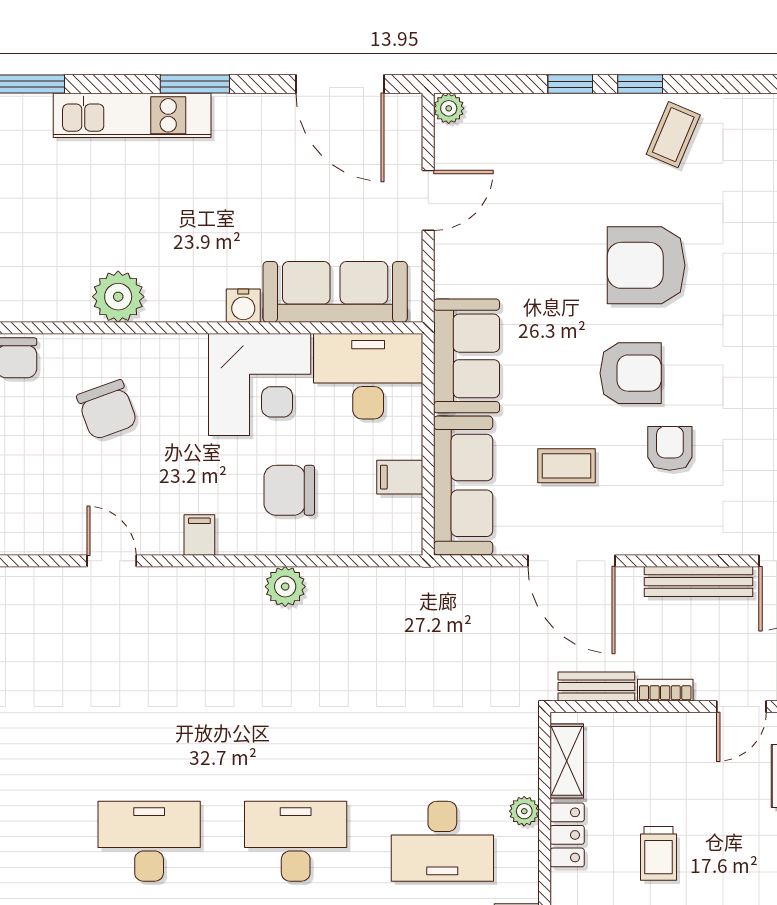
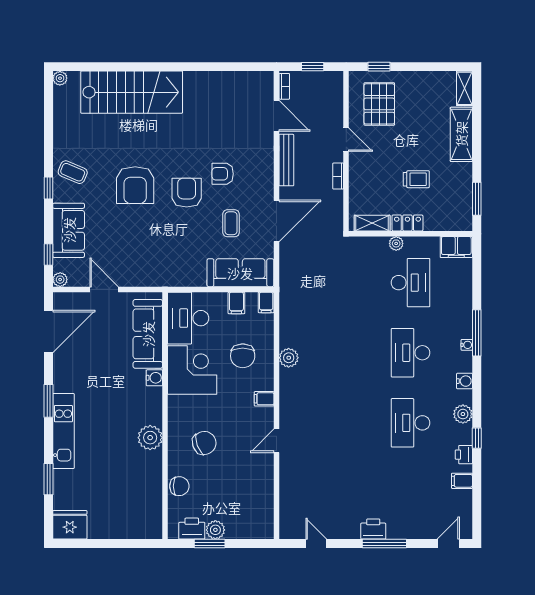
window: (570, 84) -> (48, 255), moved
sofa: (466, 356) -> (69, 230), moved, turned 90
filing cabinet: (401, 539) -> (266, 302), added
bench: (596, 686) -> (336, 209), removed

